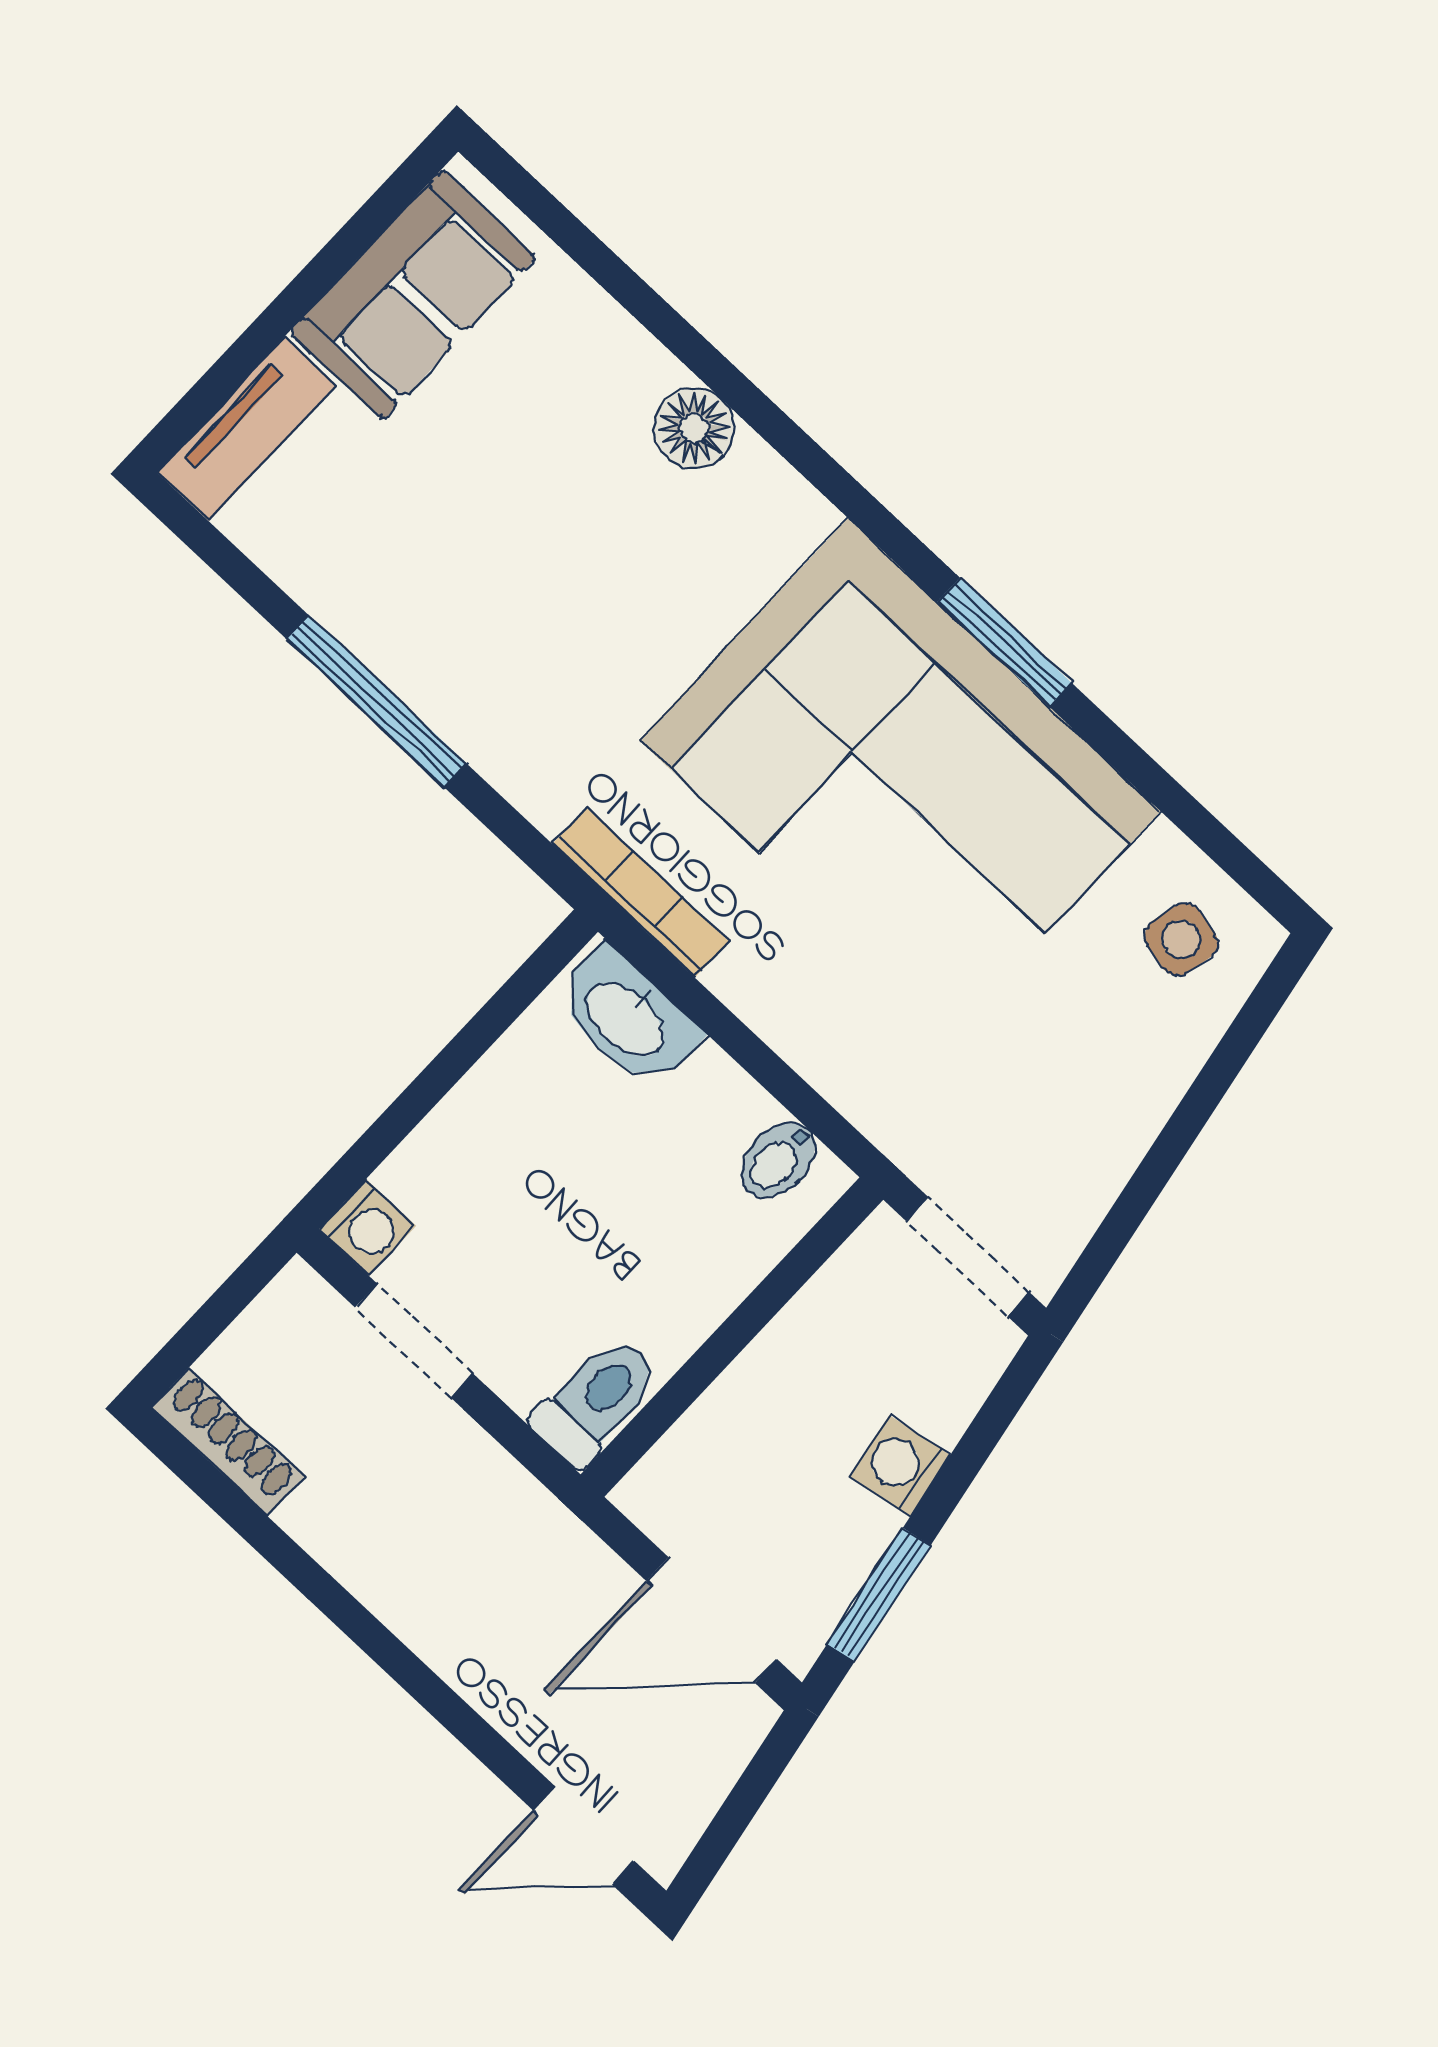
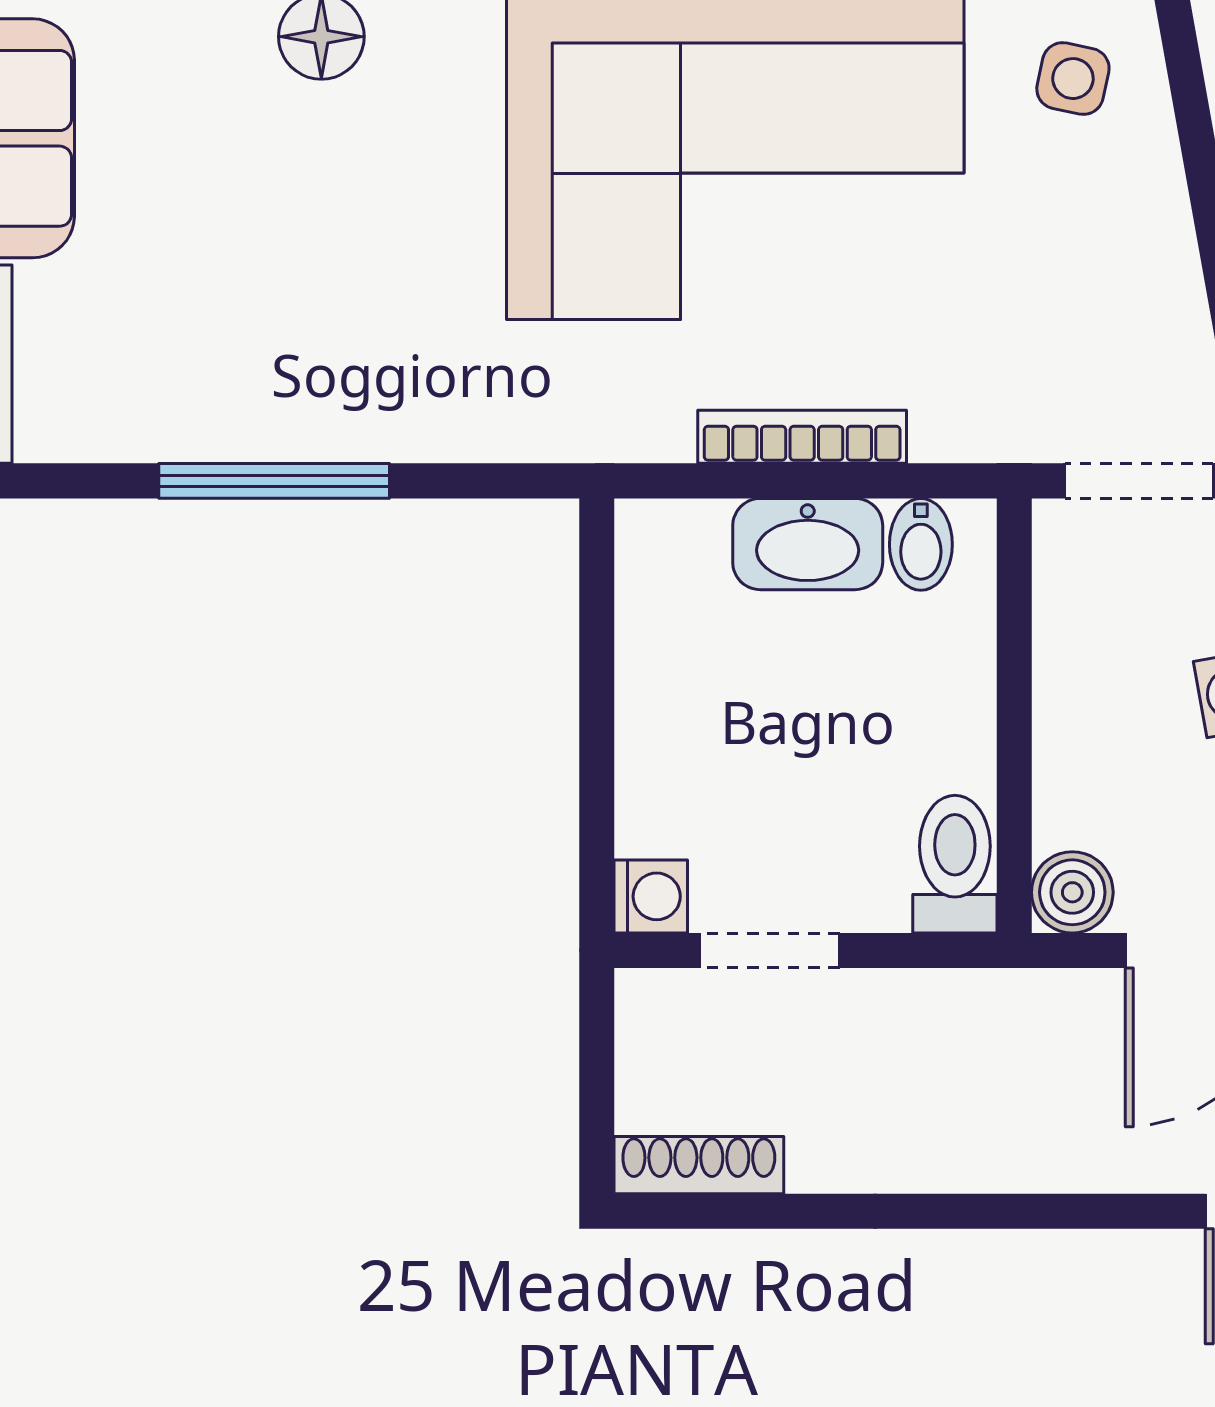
bookcase: (641, 893) -> (802, 437), moved
washbasin: (627, 1018) -> (808, 544), moved
boiler: (658, 1495) -> (1072, 892), added

